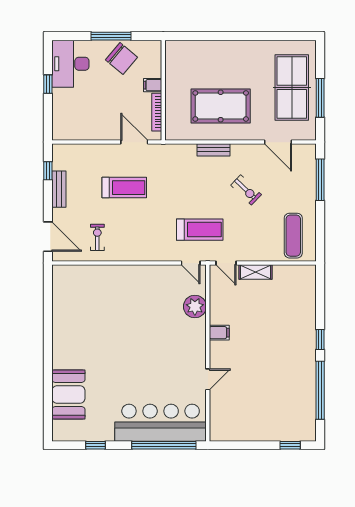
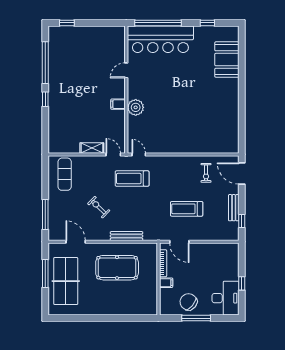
bench: (213, 150) -> (126, 236), width x1.36
plant: (195, 307) -> (136, 107), moved

